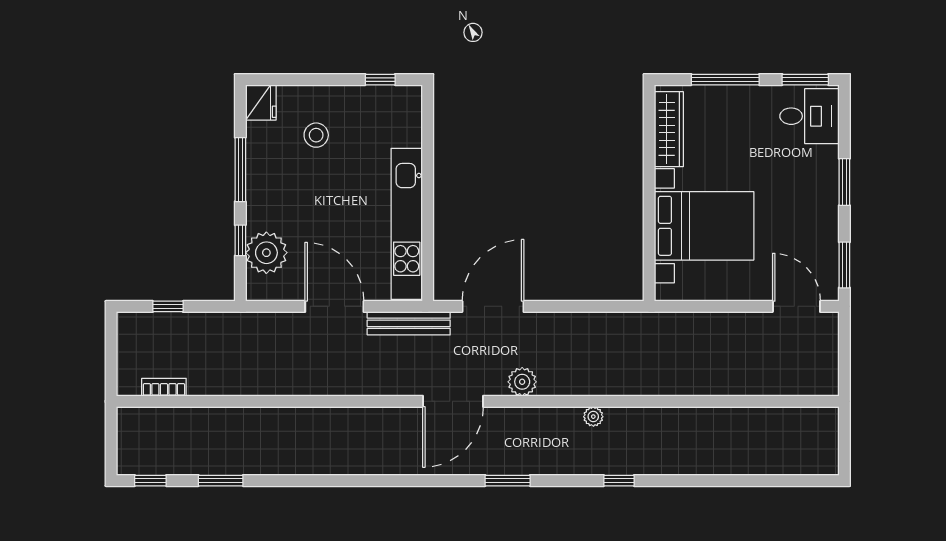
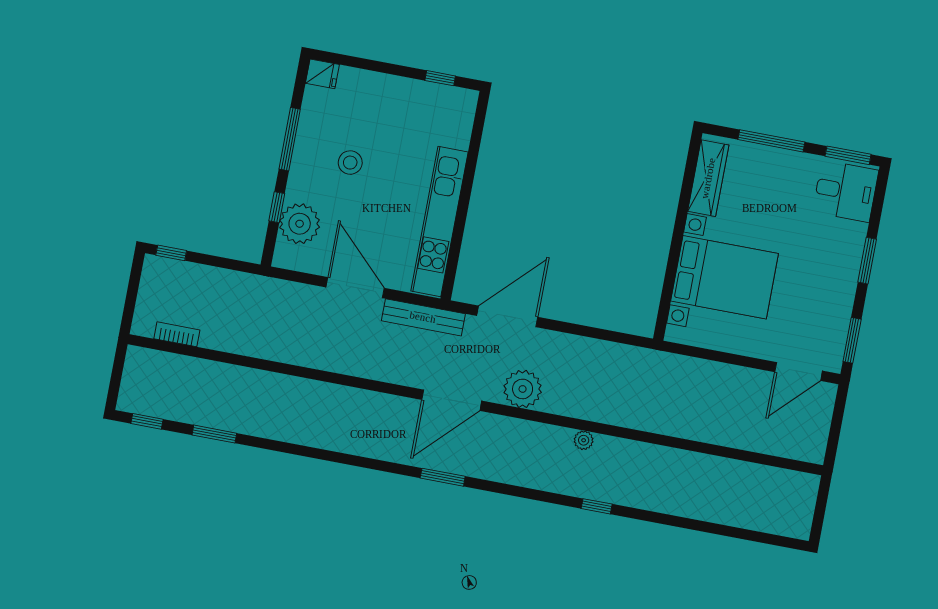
fridge: (261, 103) -> (322, 74), width x0.72
stool: (316, 135) -> (350, 163), moved
window: (168, 306) -> (171, 253), moved
door: (796, 306) -> (799, 371), swing flipped
plant: (522, 382) -> (523, 389), width x1.36, depth x1.36
window: (508, 481) -> (443, 477), moved

